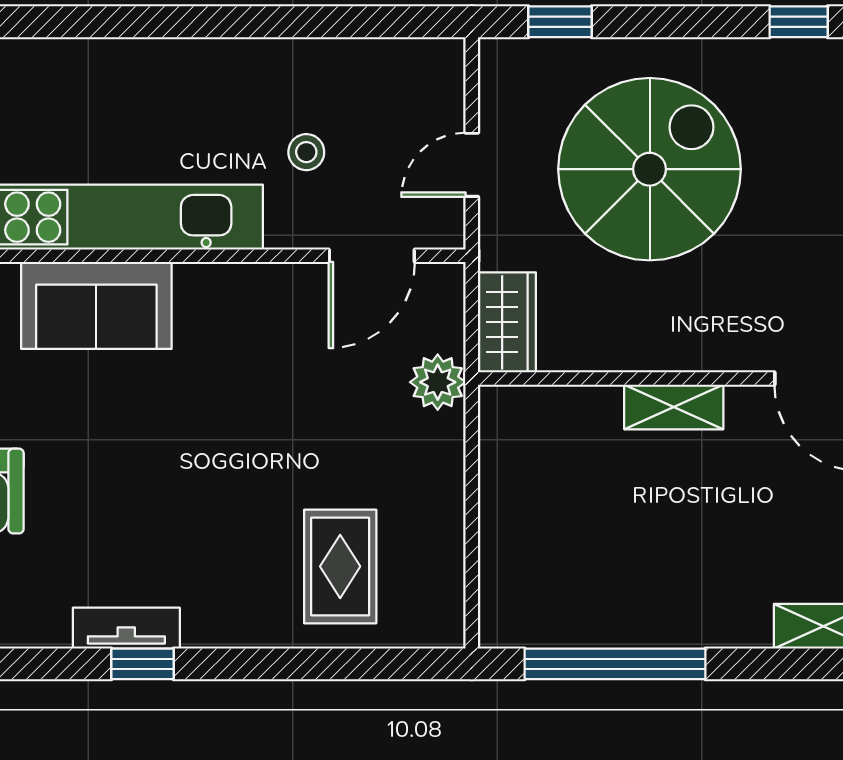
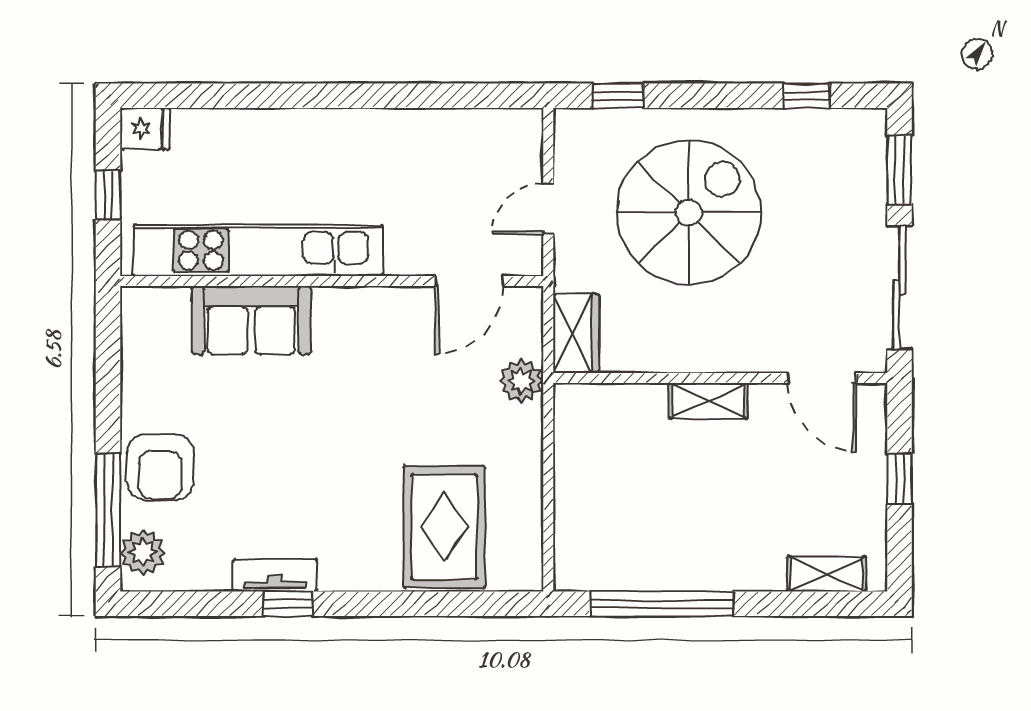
stool: (306, 152) -> (417, 199), removed
rug: (340, 566) -> (444, 527), width x1.36, depth x1.43

